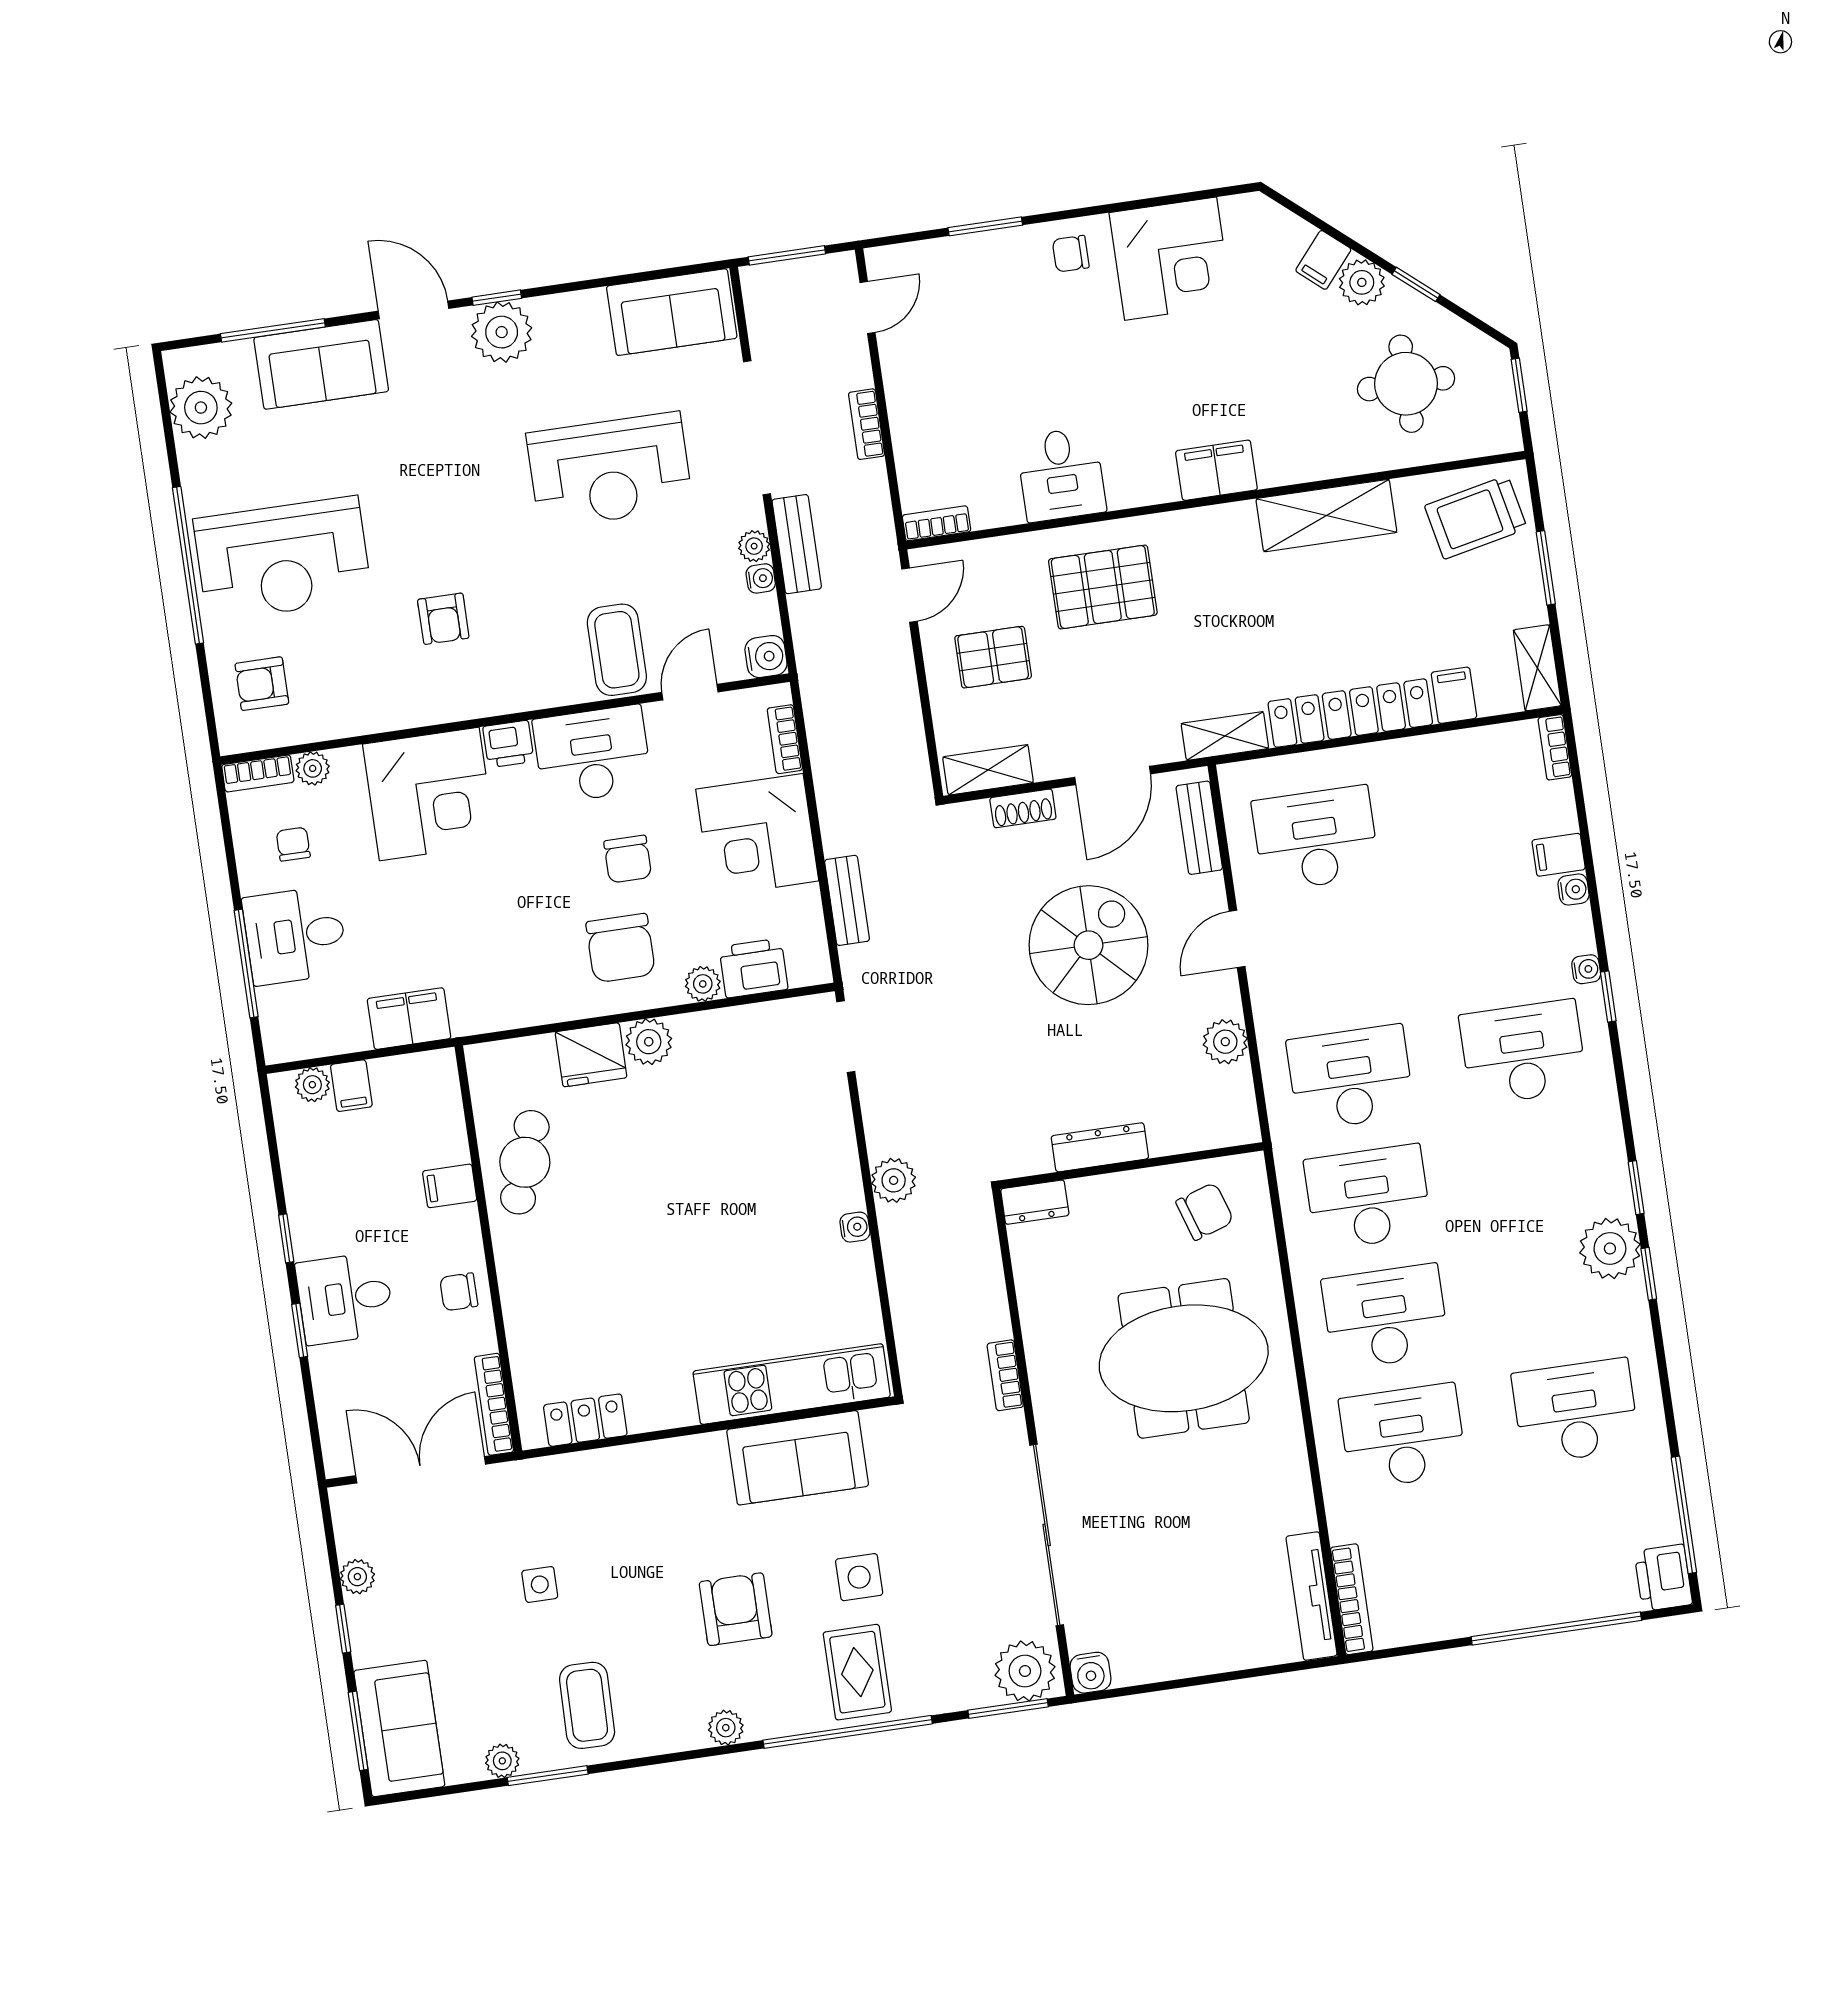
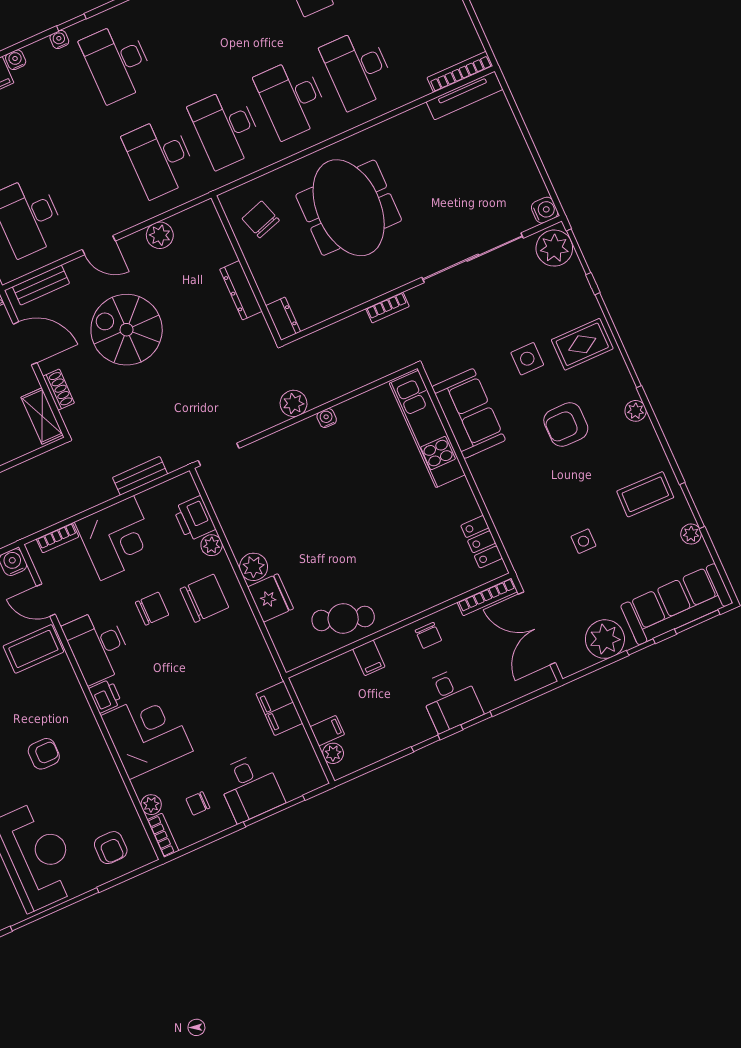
plant: (357, 1577) -> (605, 639), width x1.88, depth x1.88
sofa: (399, 1728) -> (677, 604), width x1.36

